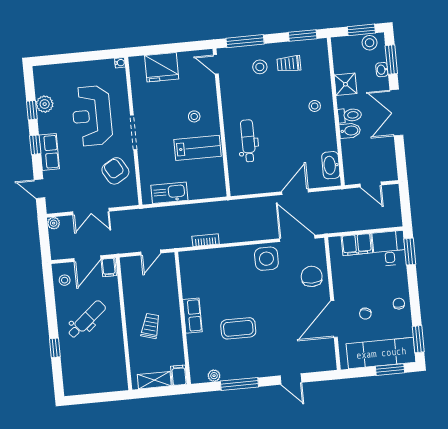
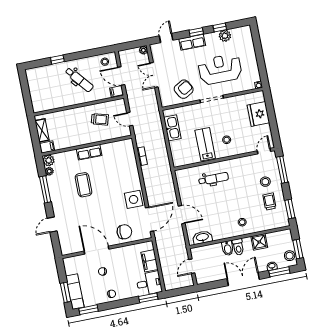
lab bench: (198, 148) -> (205, 144), turned 180
trolley: (150, 326) -> (100, 119), moved
exam couch: (381, 353) -> (75, 292), width x0.73, depth x0.69
plant: (198, 375) -> (49, 160), added

